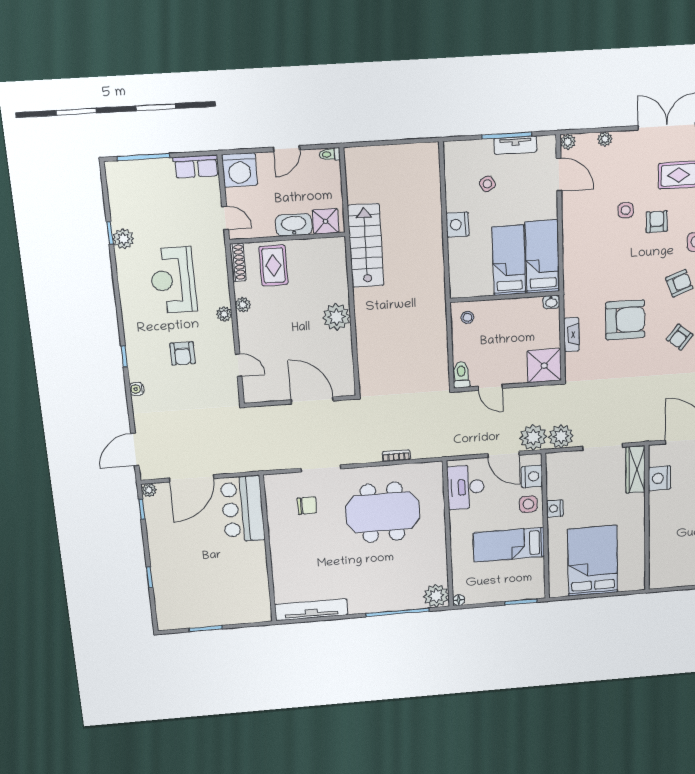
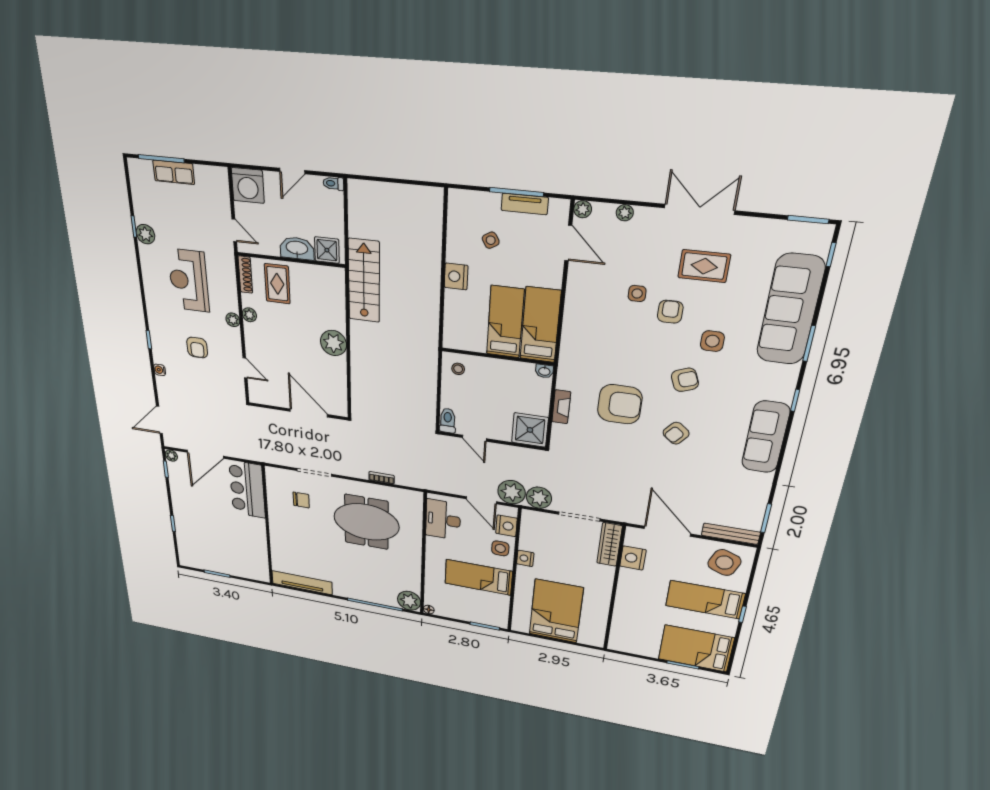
row of seats: (196, 167) -> (174, 172), moved

